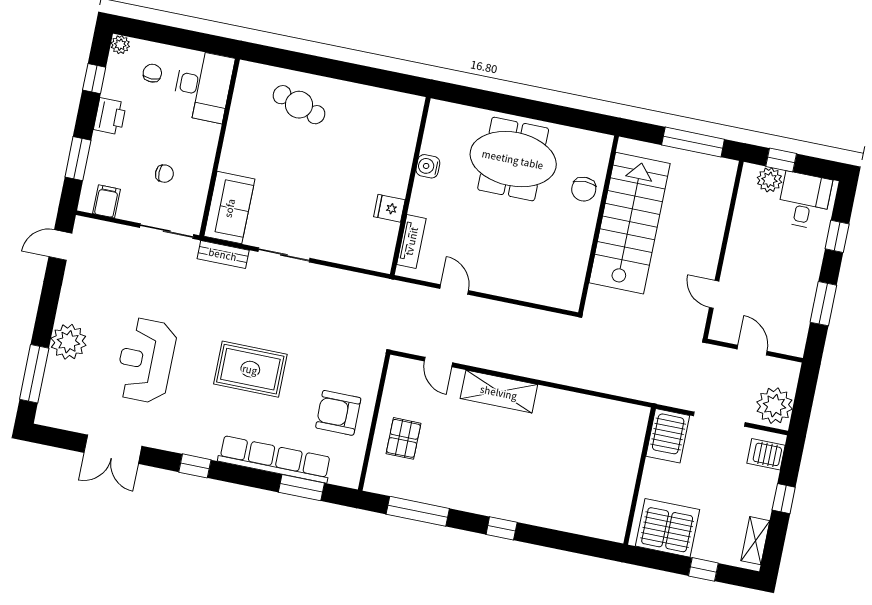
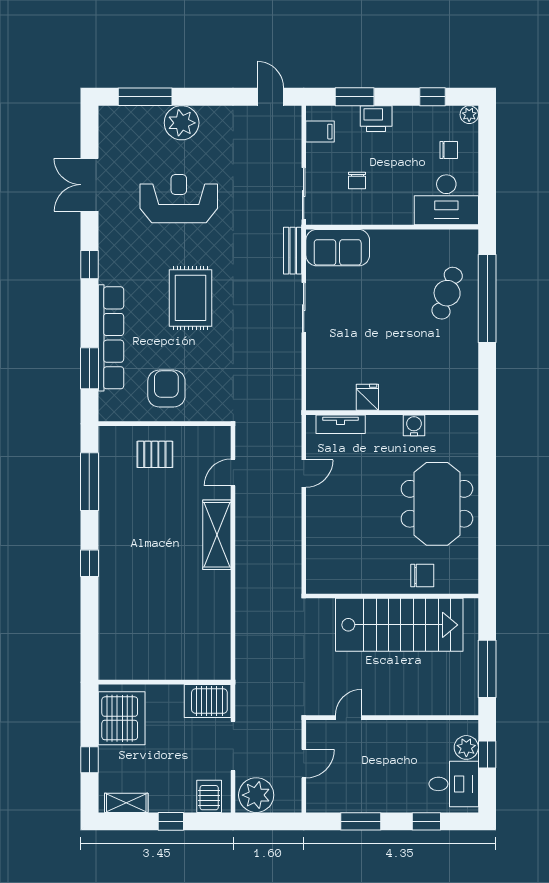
window: (313, 65) -> (487, 299), added
printer: (110, 116) -> (376, 119), moved
chair: (584, 189) -> (422, 576), turned 180

